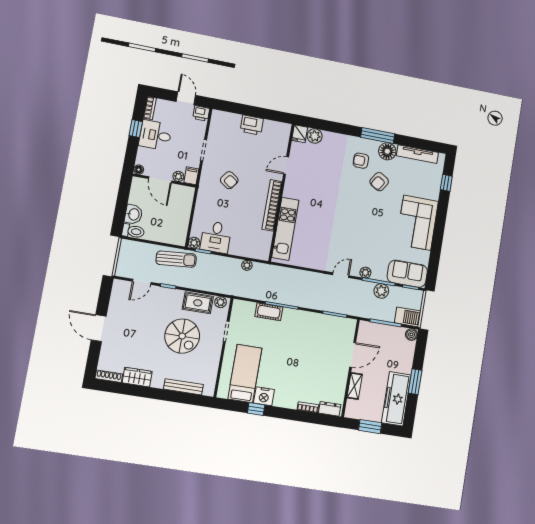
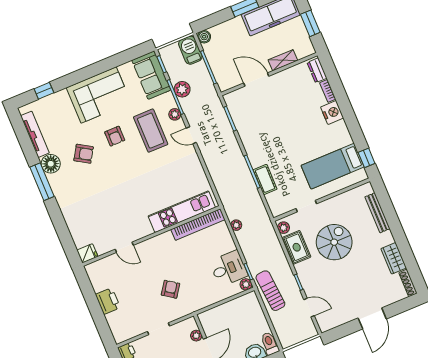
plant: (315, 136) -> (80, 239), removed
armchair: (361, 161) -> (115, 136), moved
filing cabinet: (191, 176) -> (188, 325), removed
bookcase: (272, 205) -> (198, 225), moved
coffee table: (364, 245) -> (151, 131), added
nightstand: (264, 396) -> (332, 112), moved
window: (256, 409) -> (367, 158), moved

